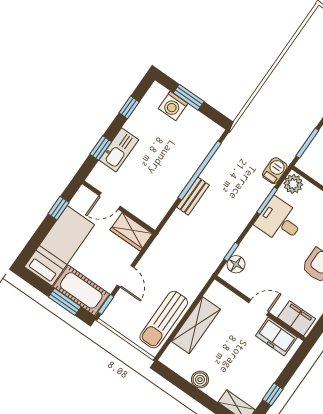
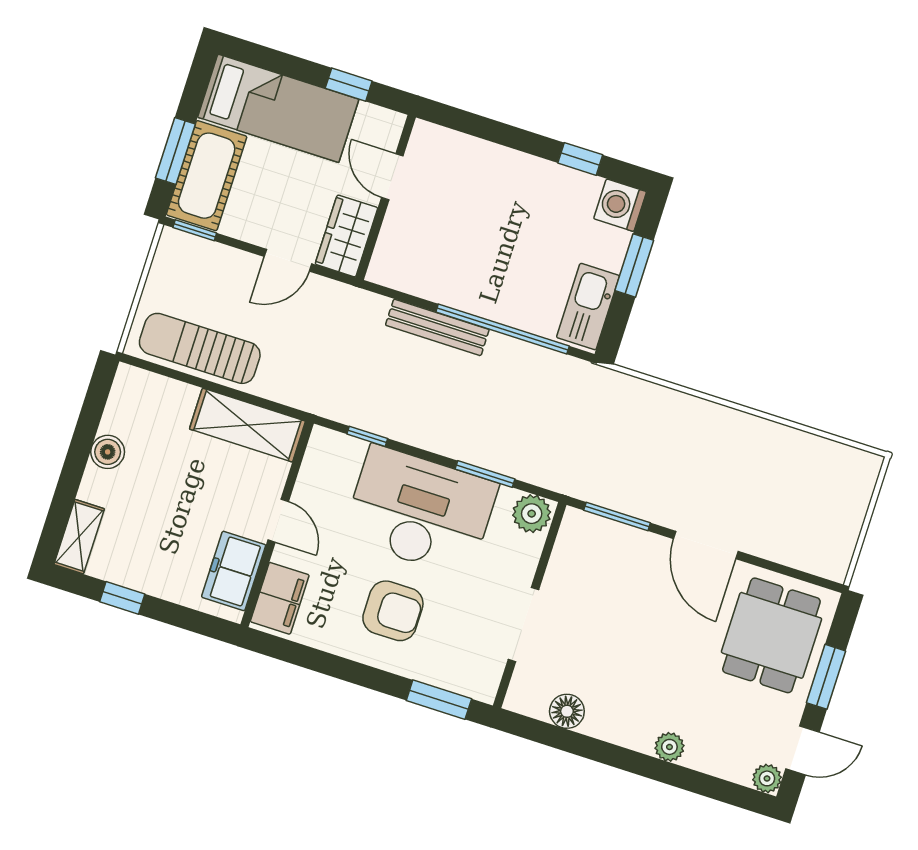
washing machine: (173, 106) -> (620, 205), moved
window: (101, 148) -> (487, 129), removed
kitchen sink: (119, 150) -> (588, 307), moved, turned 90
barbecue: (275, 171) -> (546, 471), removed
bench: (193, 196) -> (437, 327), width x1.36
desk: (280, 221) -> (420, 511), width x1.87, depth x1.30
floor lamp: (236, 264) -> (346, 452), removed
door: (126, 276) -> (288, 260), moved
shelving: (196, 325) -> (247, 425), moved

